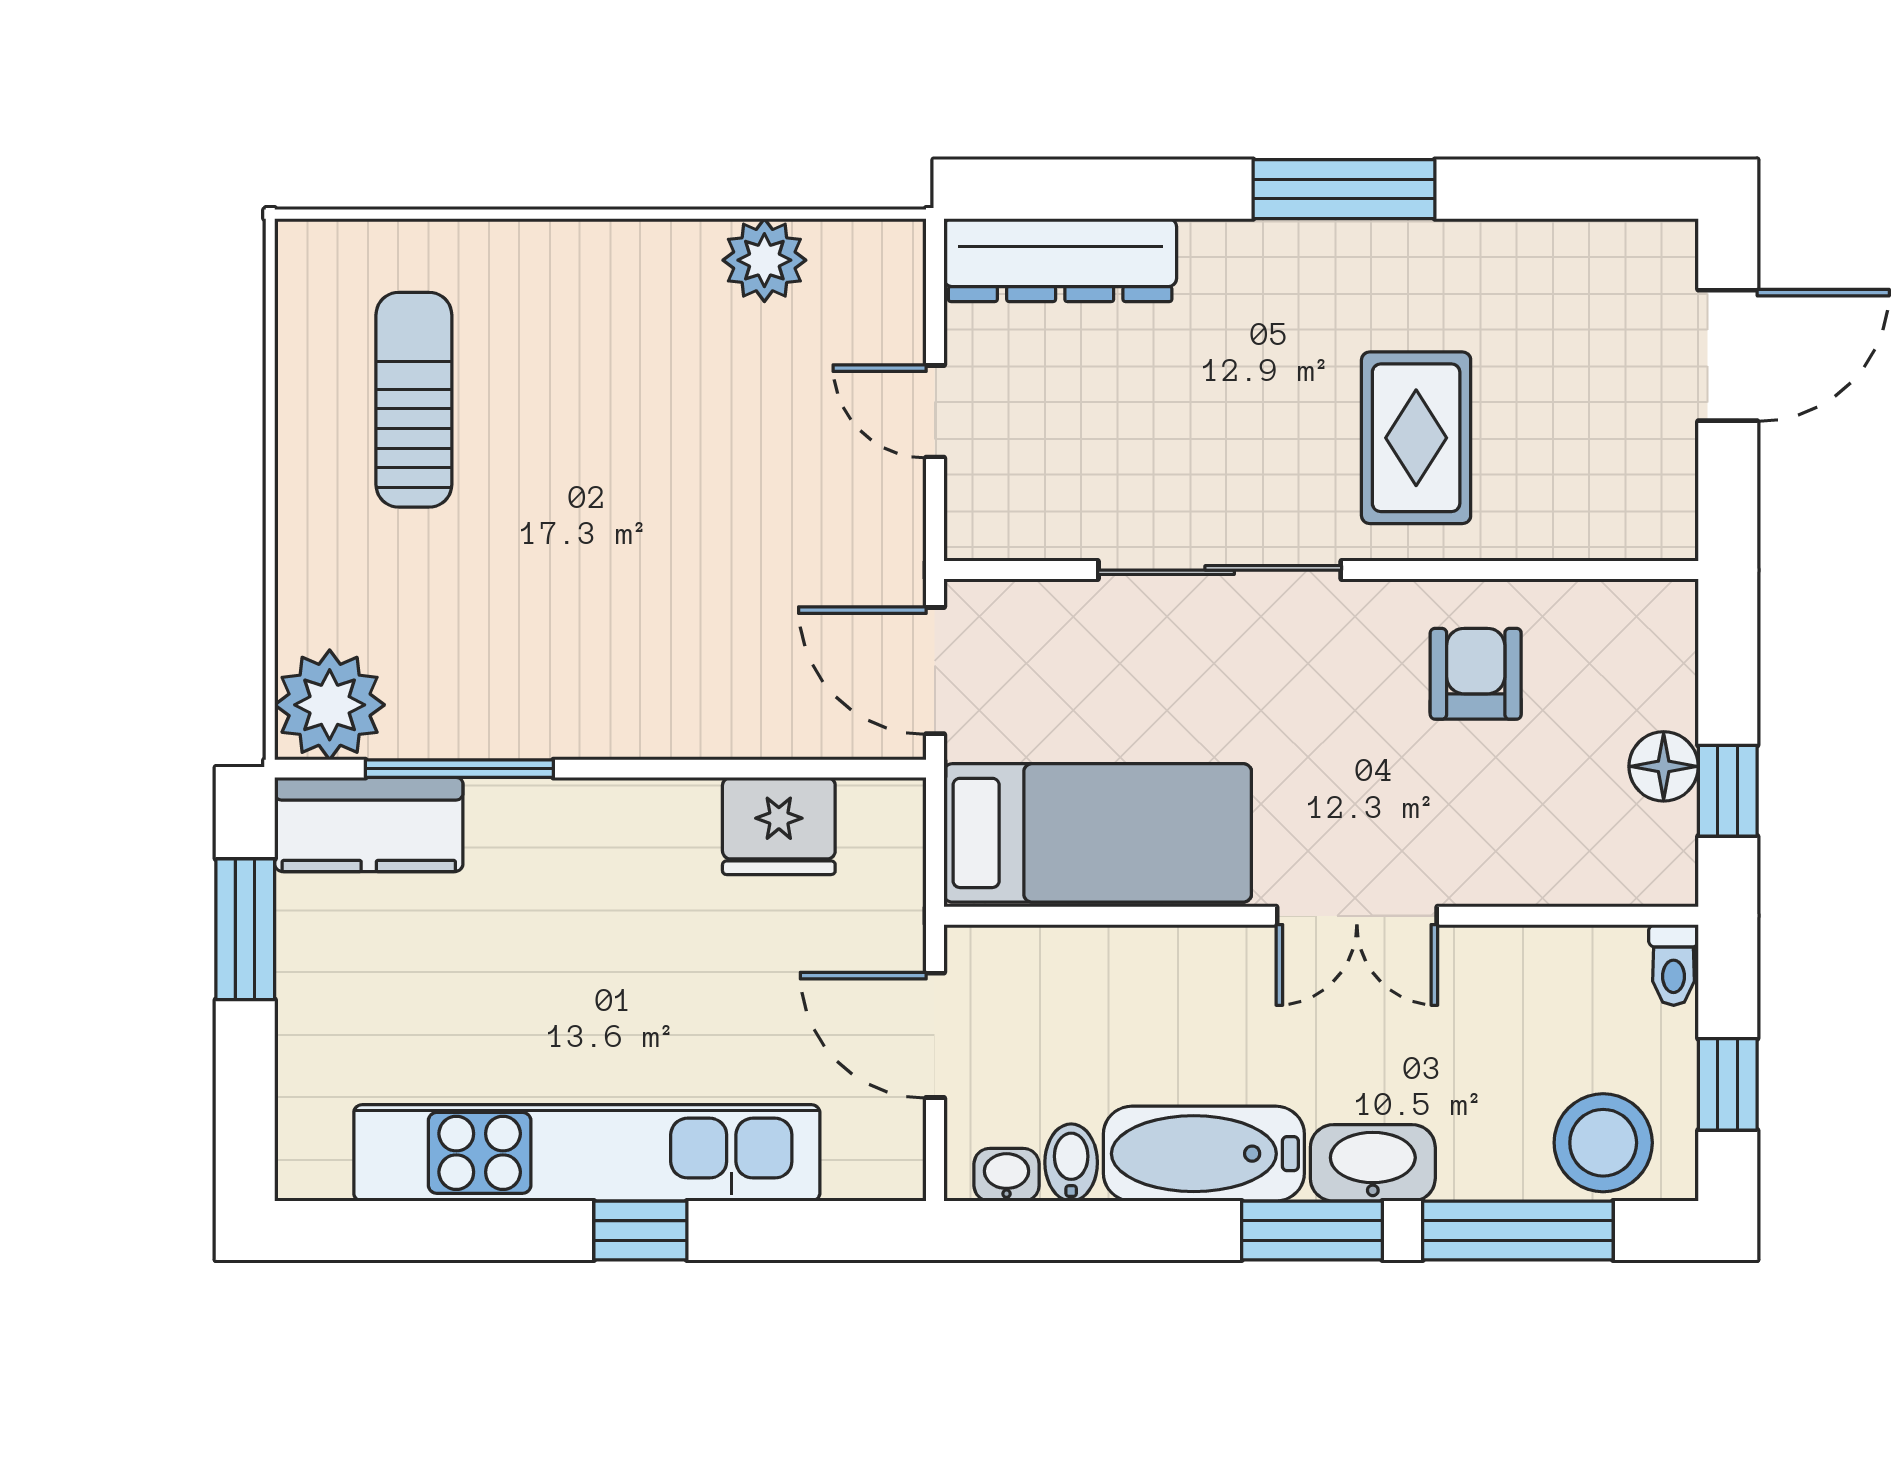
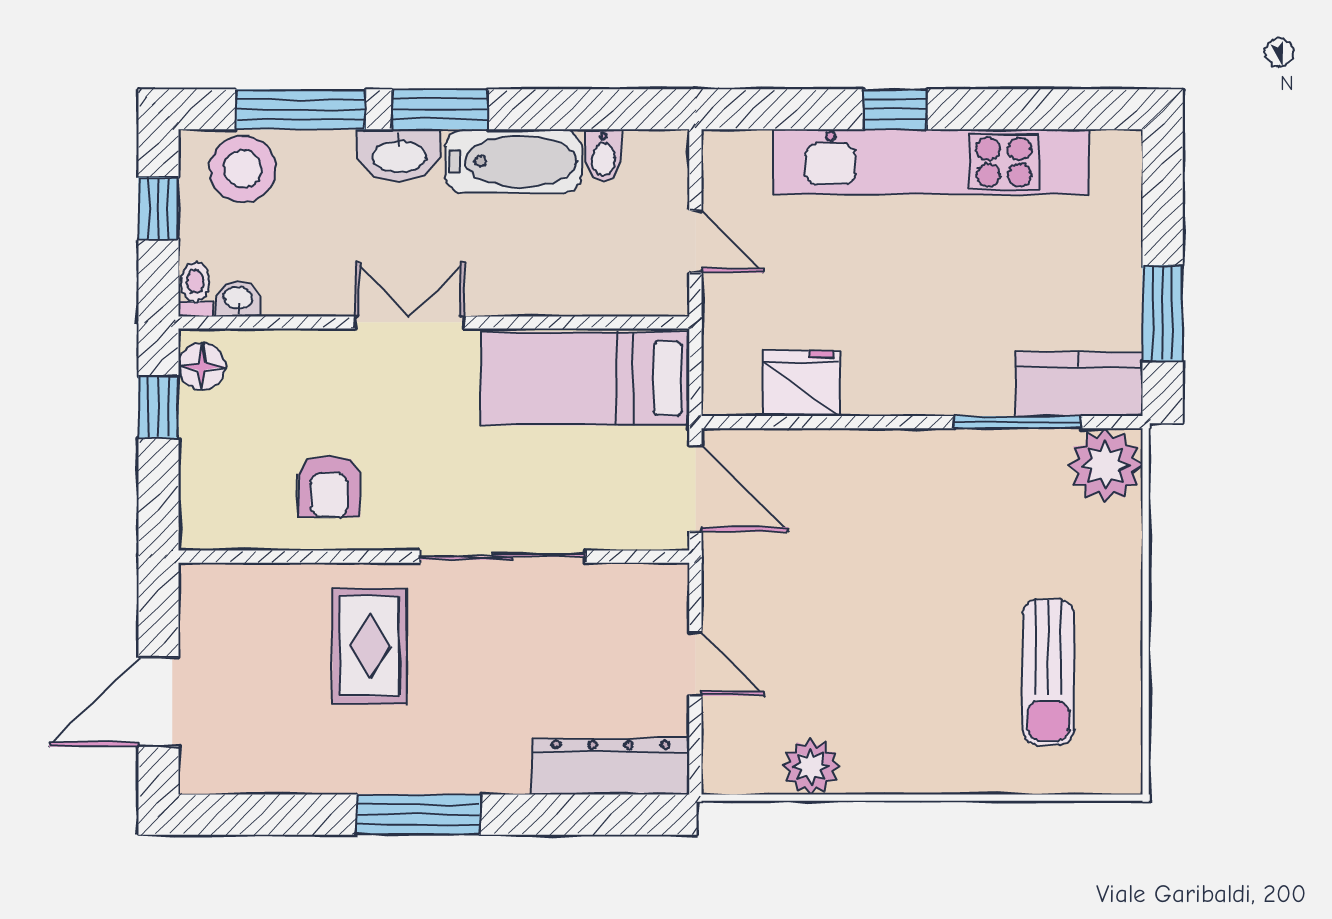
floor lamp: (1664, 766) -> (202, 366), moved
door: (935, 1035) -> (695, 242), width x0.73
washbasin: (1007, 1175) -> (238, 299), moved, turned 180

